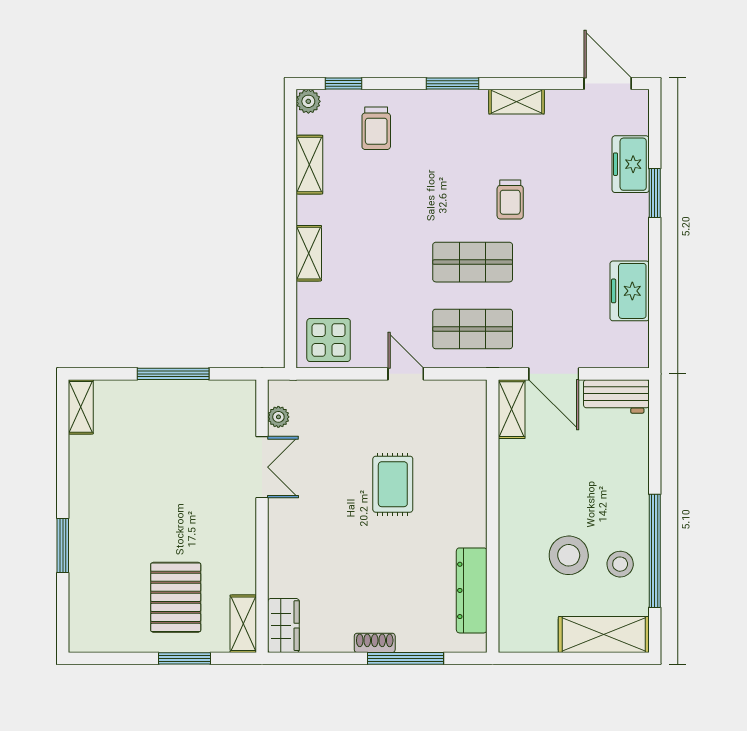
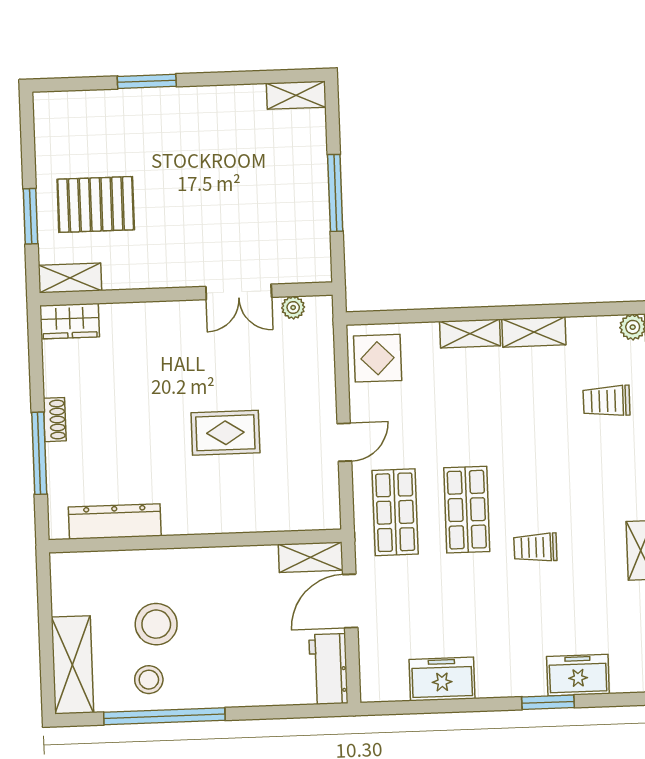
shelving: (309, 165) -> (534, 332), moved

